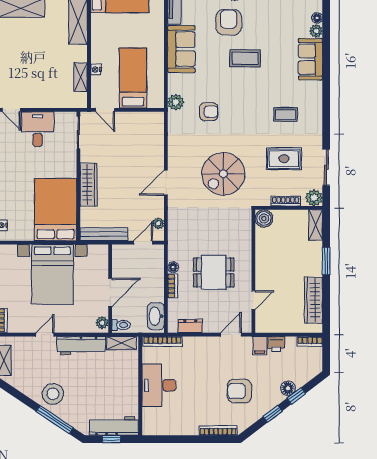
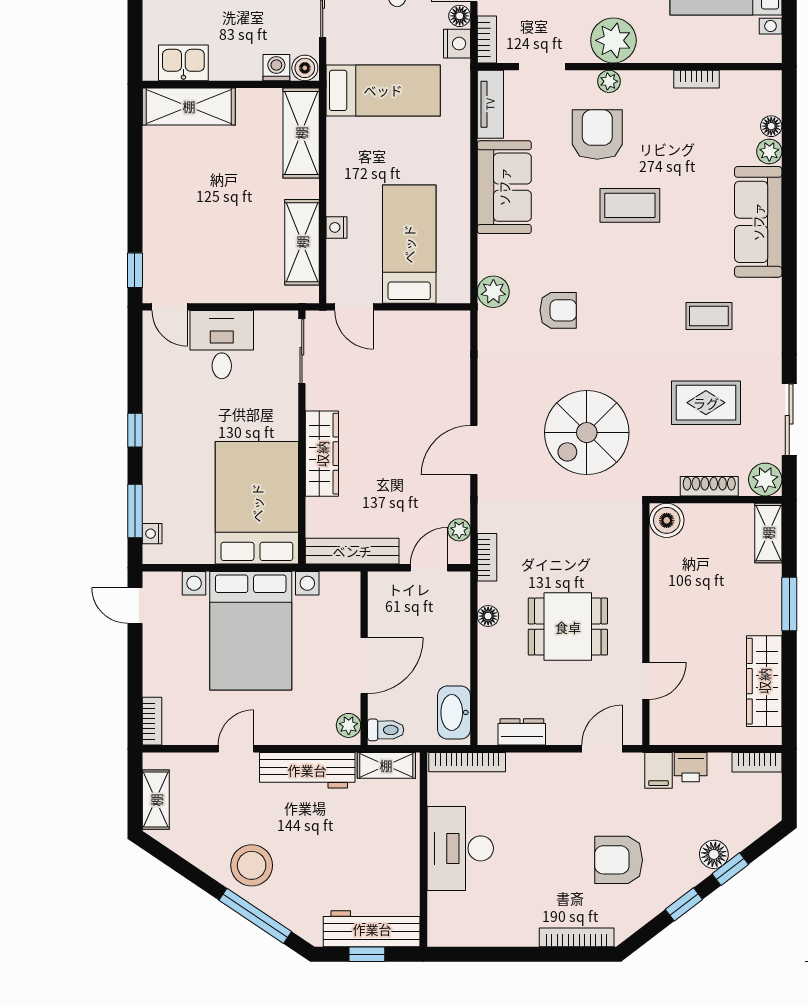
sofa: (310, 59) -> (758, 222), width x1.36
shelving: (81, 77) -> (302, 242), width x1.50, depth x1.33
bookcase: (173, 286) -> (487, 557), moved

